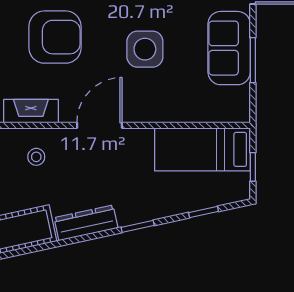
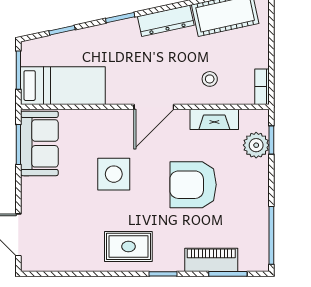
sofa: (229, 48) -> (39, 143), moved
window: (253, 60) -> (18, 144), moved
window: (253, 167) -> (18, 70), width x1.50

